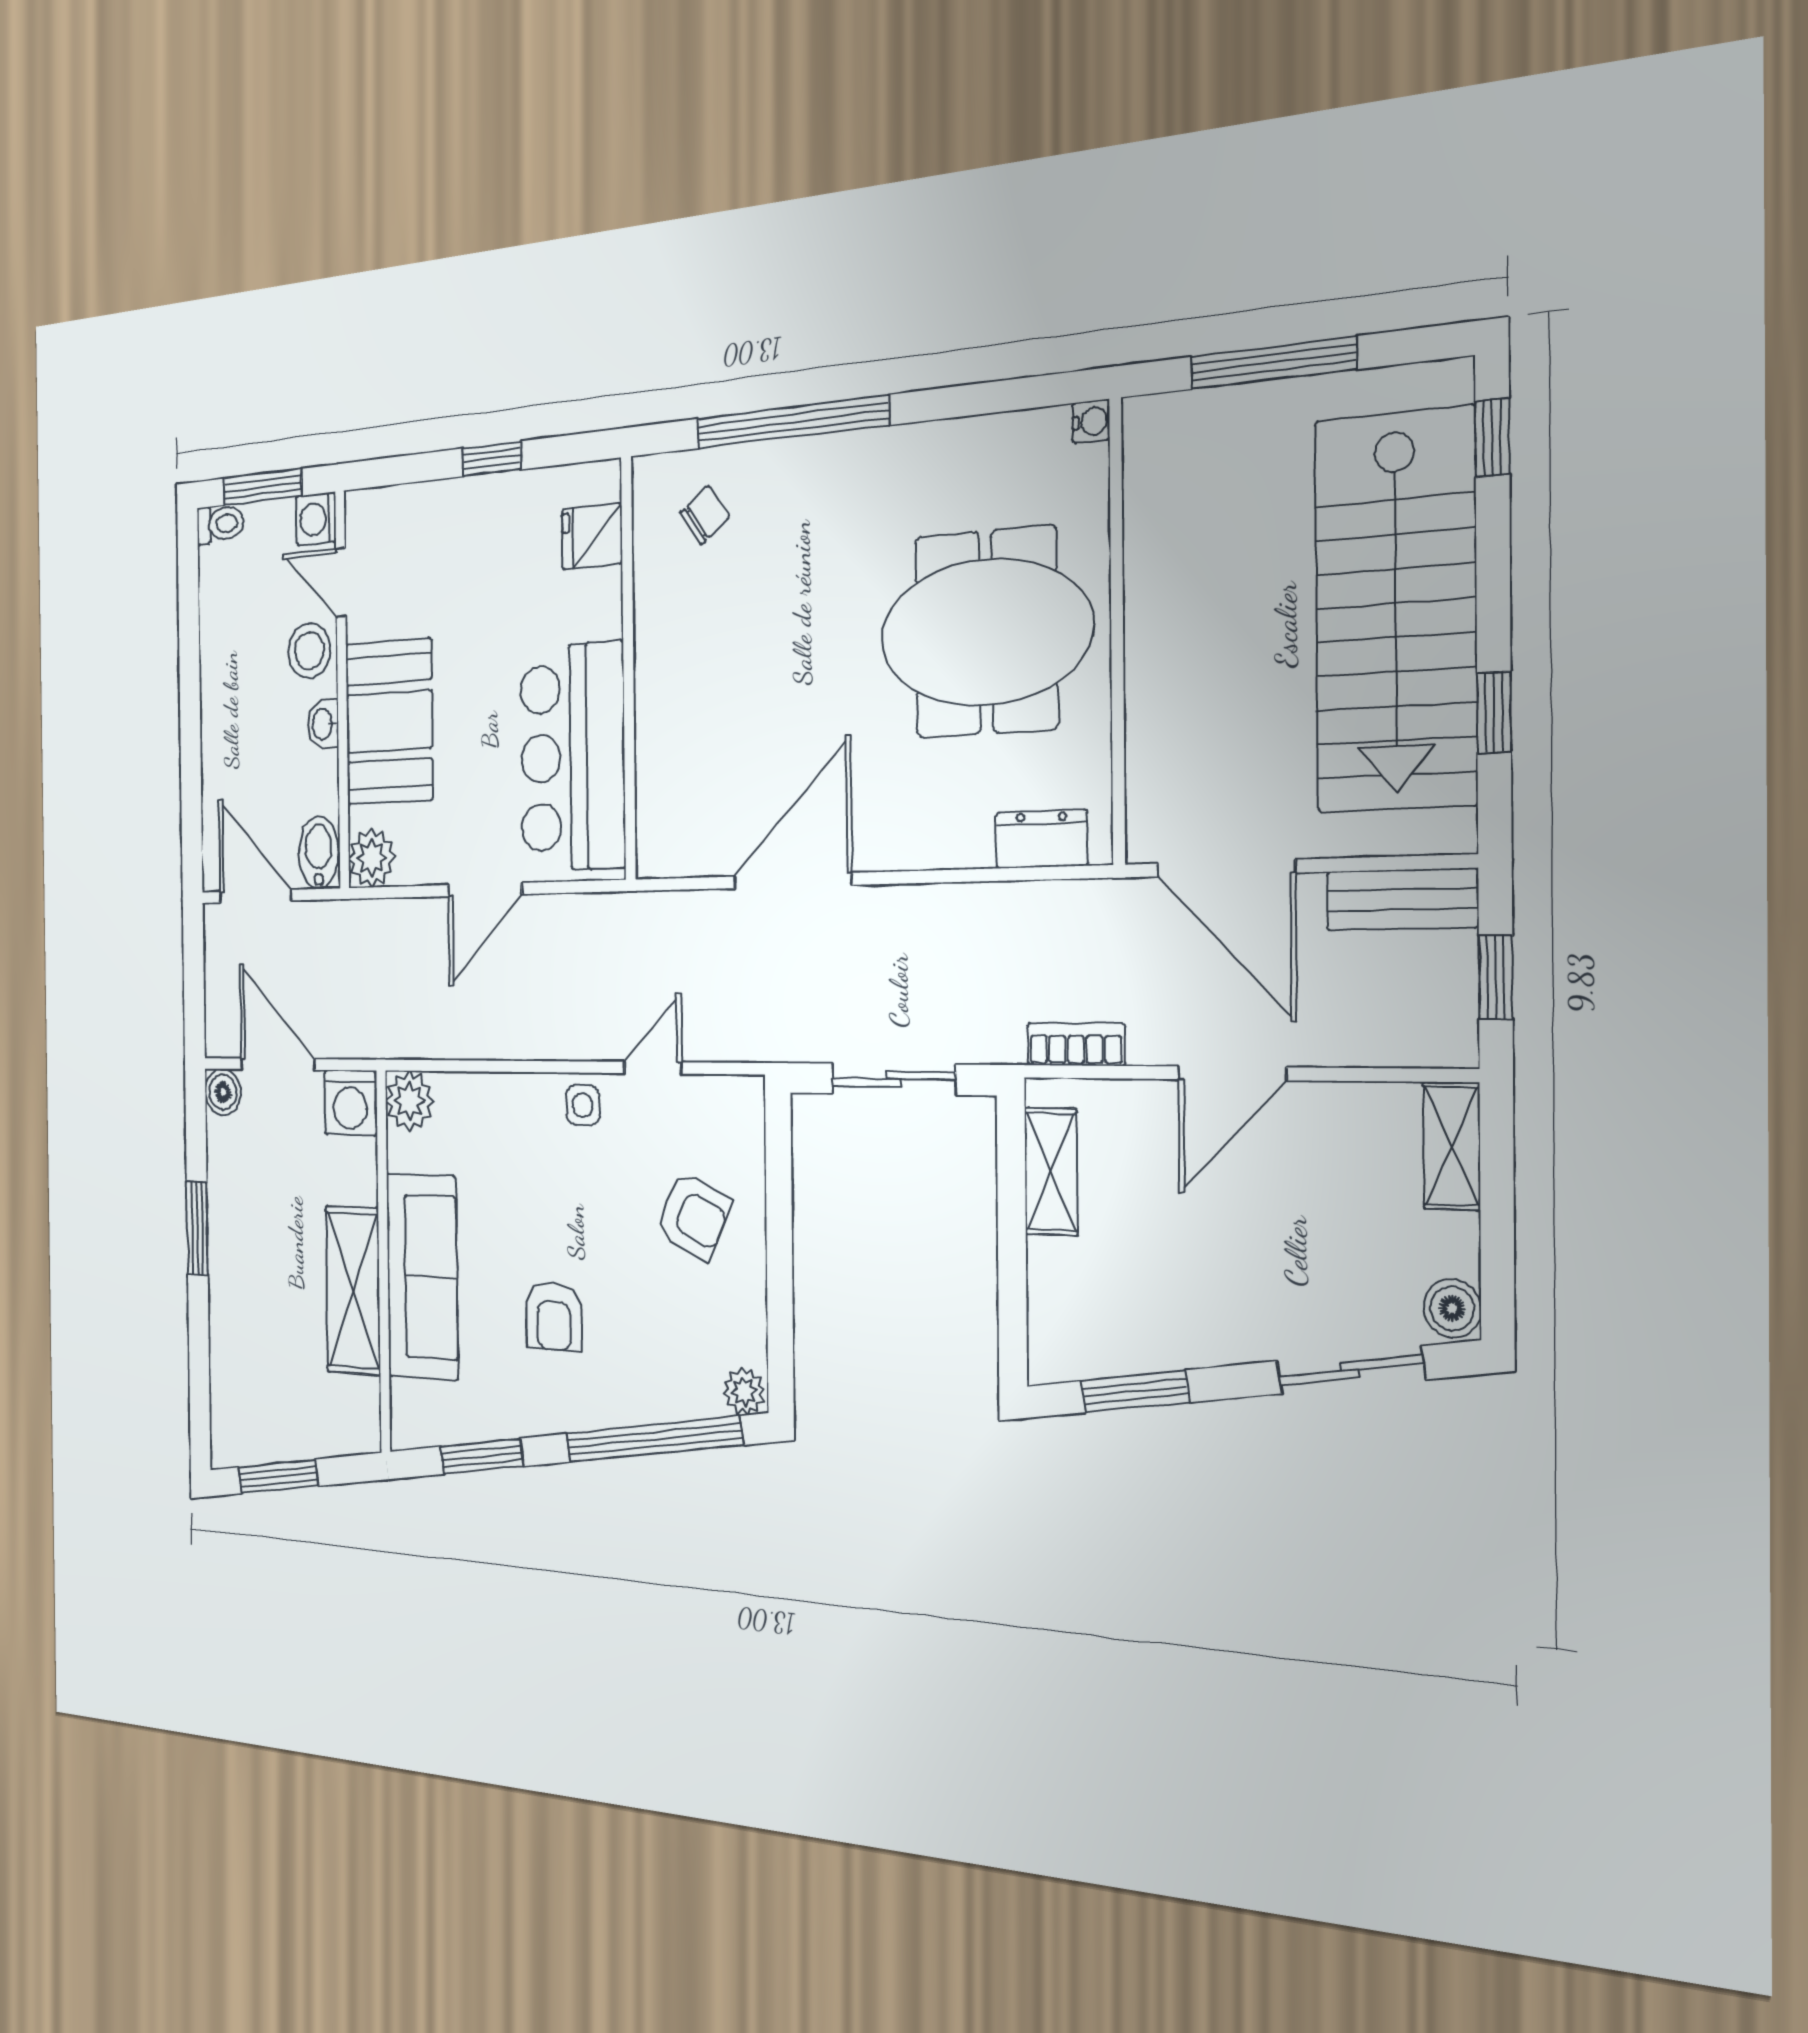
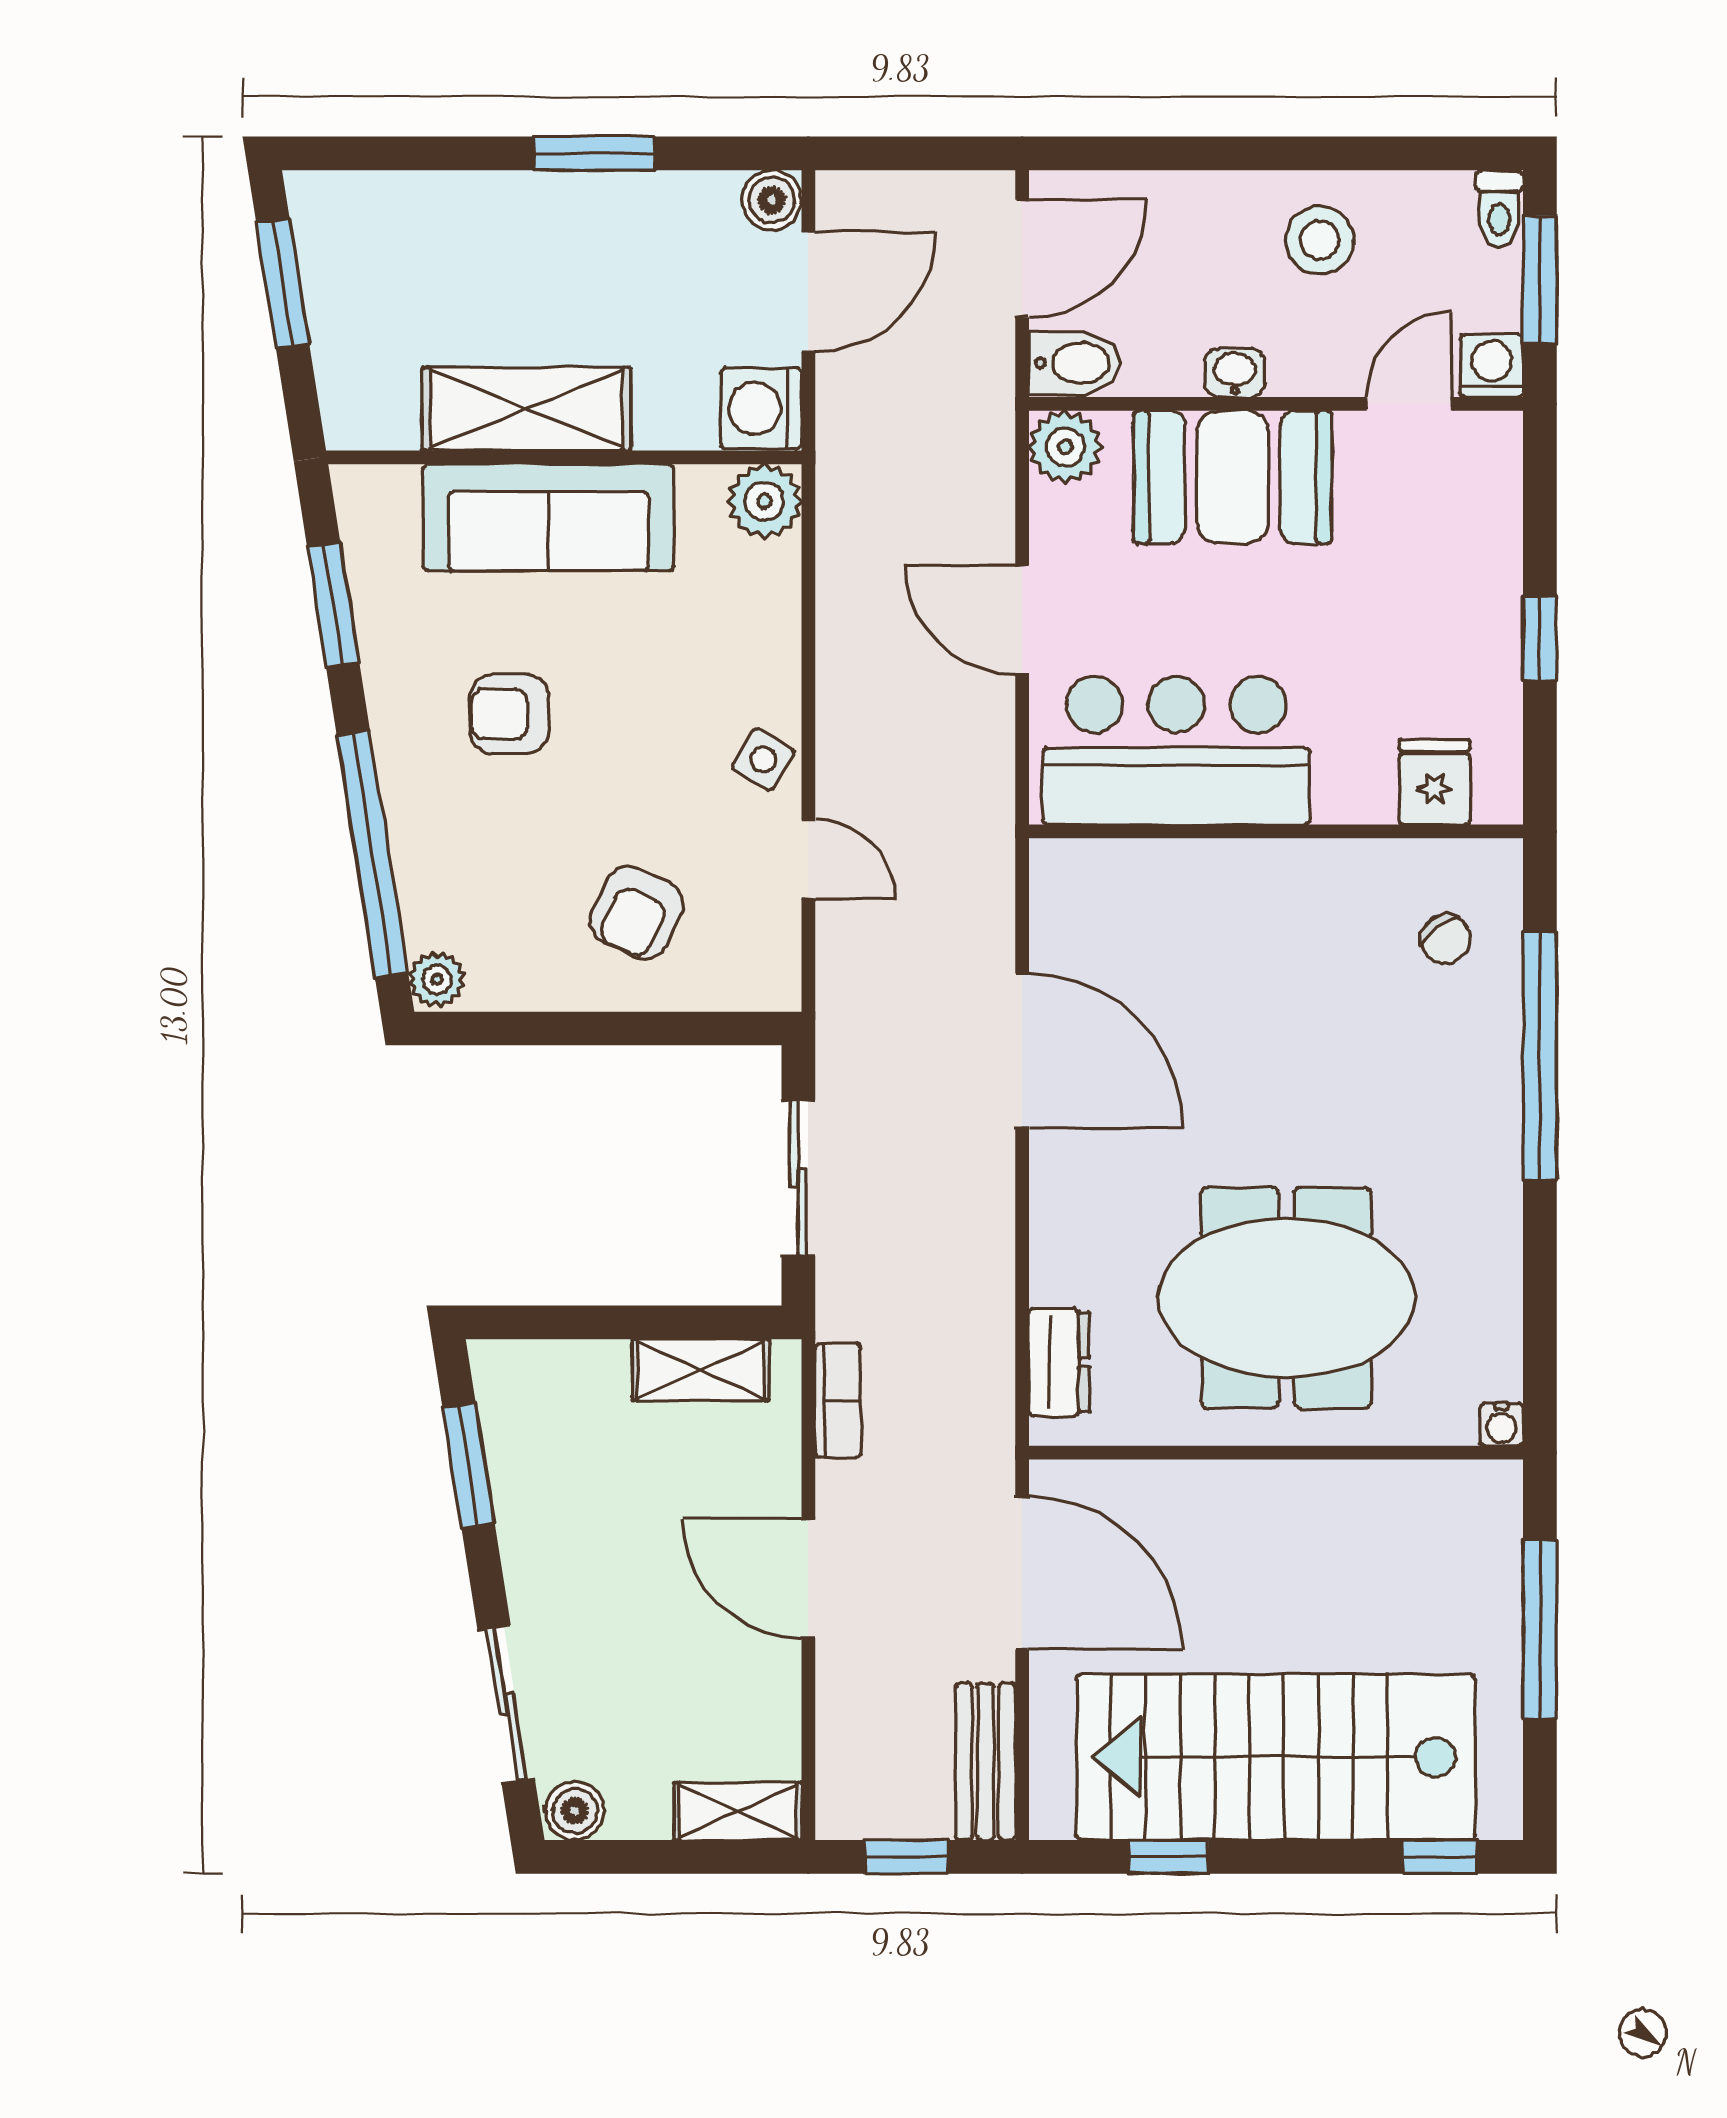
meeting table: (986, 632) -> (1286, 1298), turned 90
stool: (309, 651) -> (1320, 240), moved
door: (1226, 868) -> (1022, 1573), swing flipped
side table: (583, 1105) -> (763, 760), turned 31

